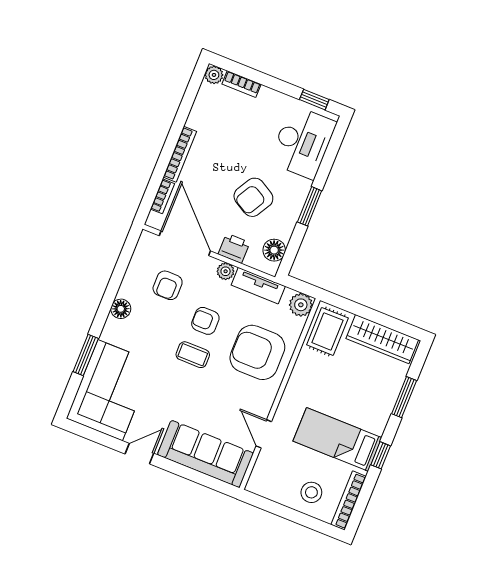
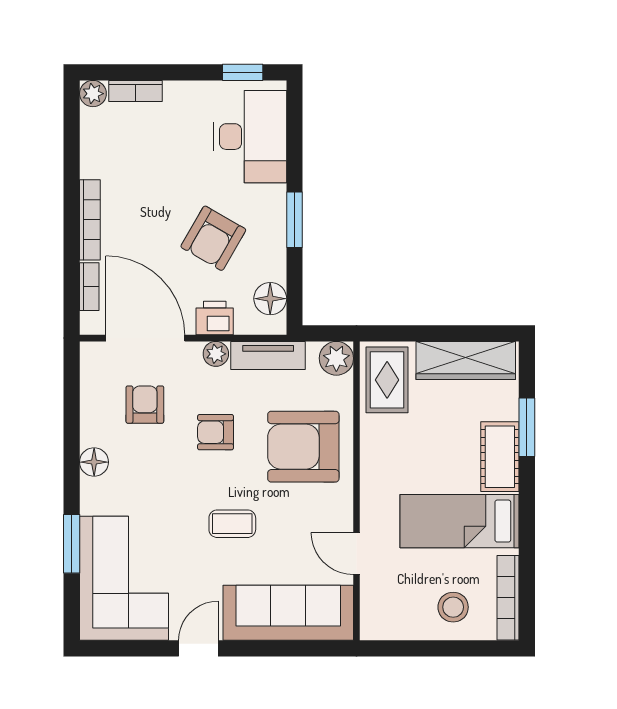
armchair: (168, 285) -> (145, 405), turned 180
coffee table: (193, 355) -> (232, 524), moved
cot: (379, 409) -> (500, 457), added
window: (381, 455) -> (527, 519), removed

